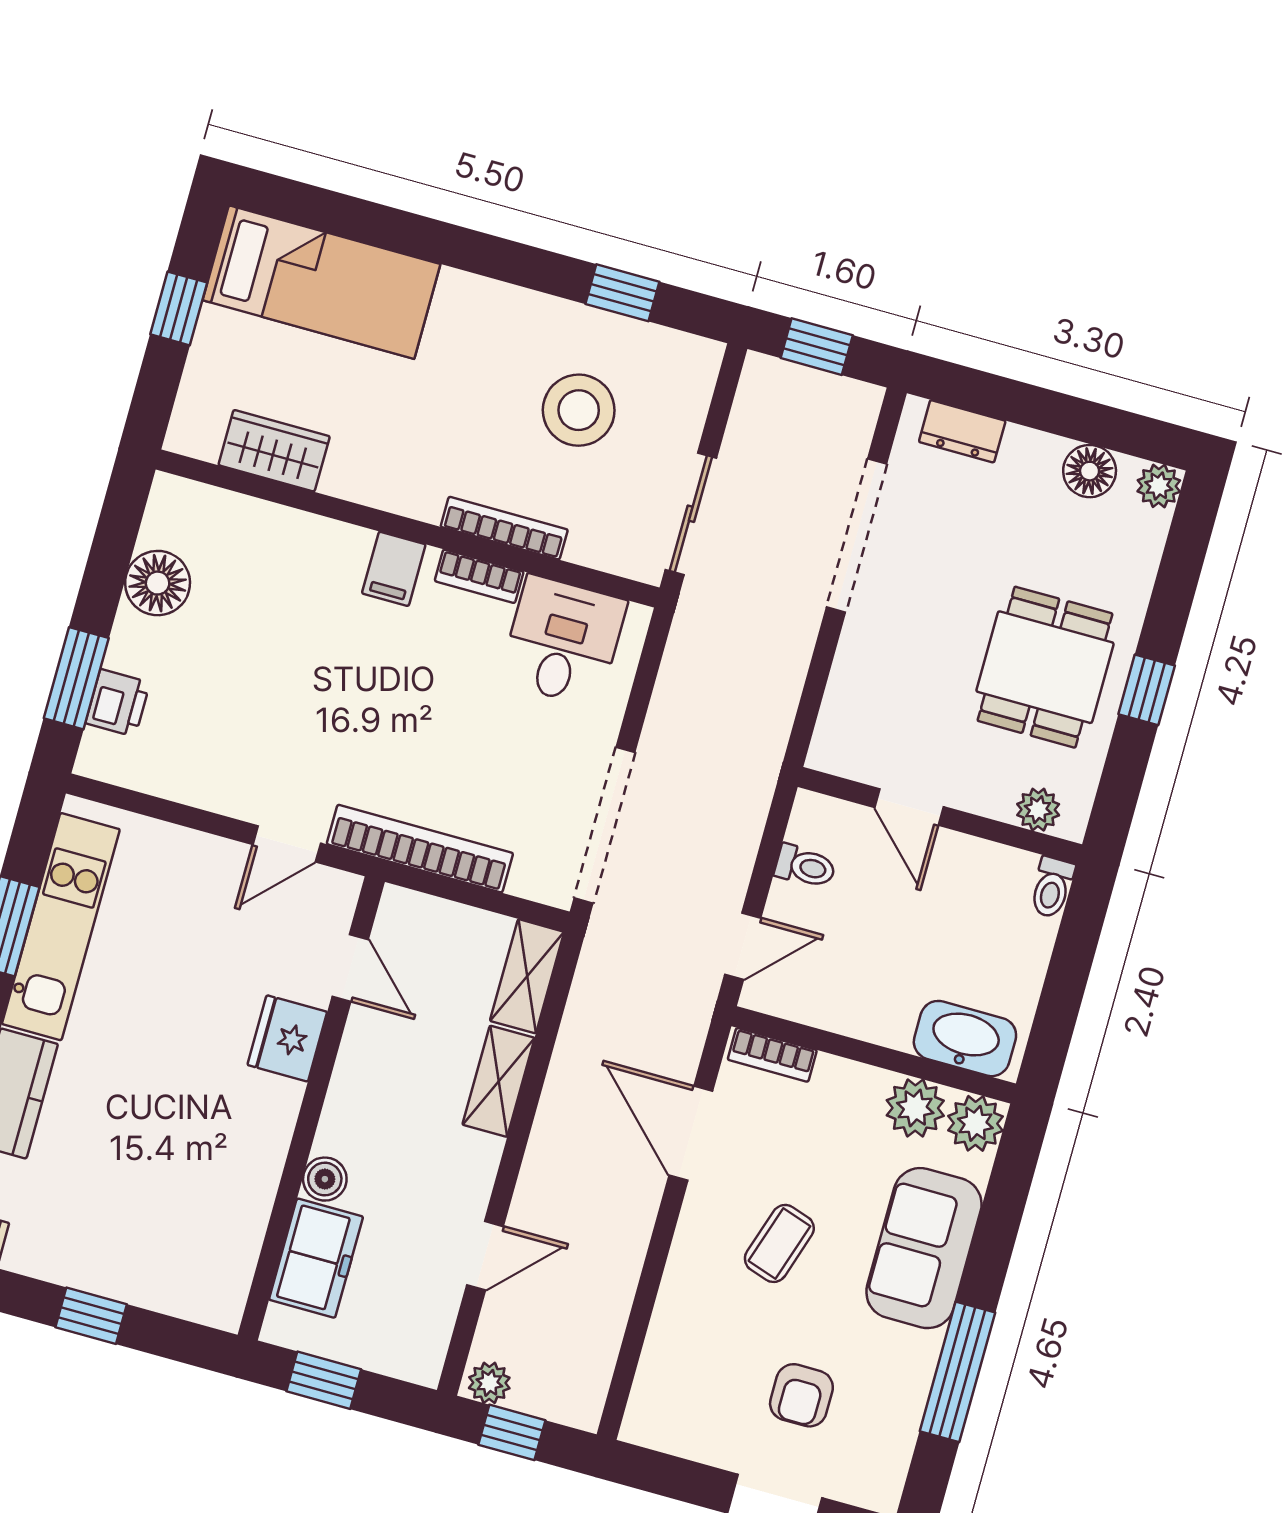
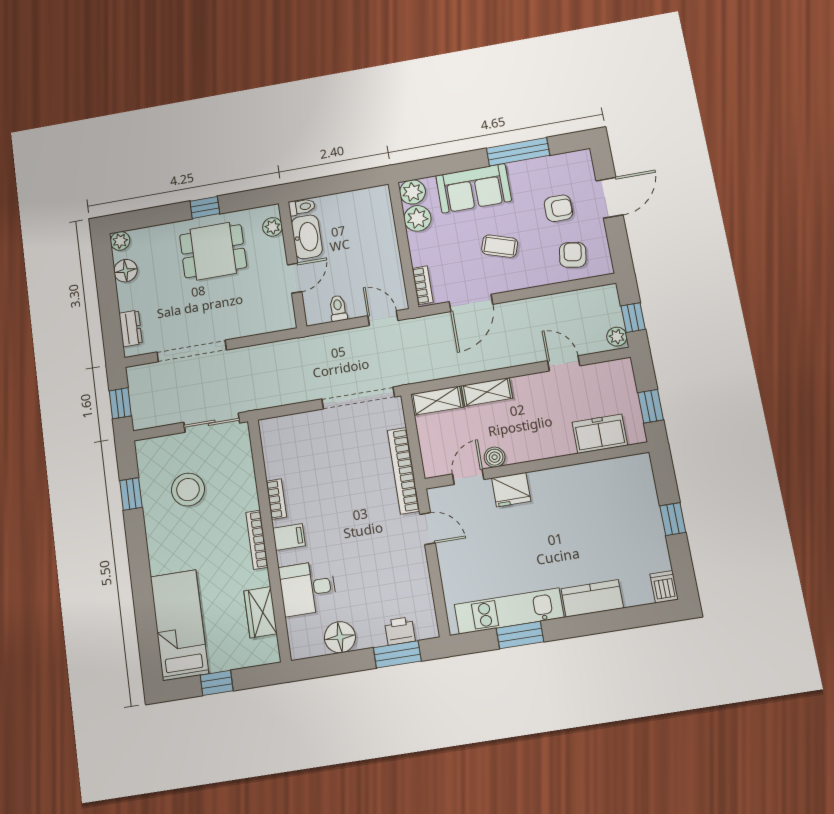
bookcase: (504, 528) -> (257, 540), moved
desk: (563, 641) -> (308, 588), moved
washbasin: (965, 1039) -> (307, 237), moved, turned 180
boiler: (325, 1179) -> (495, 457), moved
armchair: (693, 1377) -> (573, 255), added

